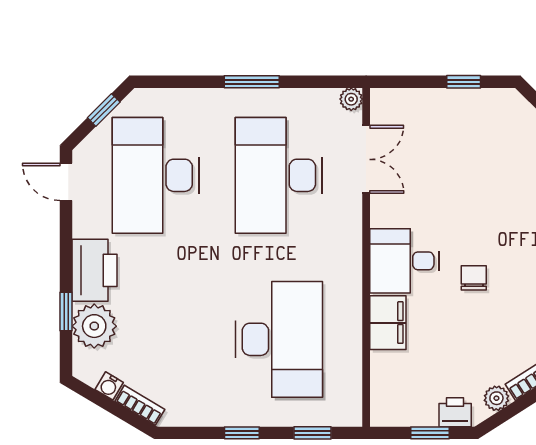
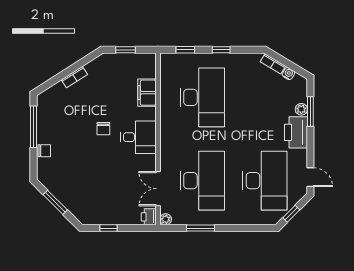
window: (252, 82) -> (201, 228), moved
window: (66, 311) -> (310, 111), width x1.50
filing cabinet: (388, 323) -> (147, 93), moved
plant: (94, 326) -> (301, 109), width x0.53, depth x0.53
desk: (279, 339) -> (202, 97), turned 180
plant: (496, 398) -> (92, 67), removed
printer: (455, 412) -> (149, 217), moved, turned 90

